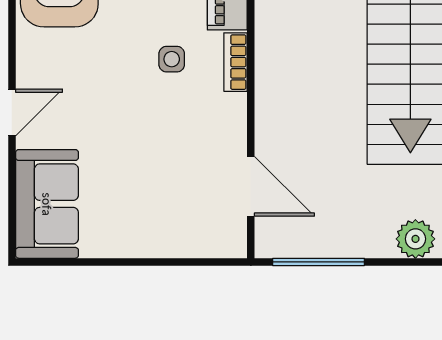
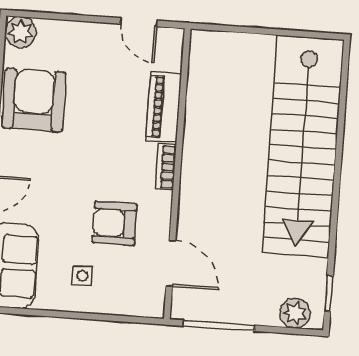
side table: (172, 59) -> (82, 276), moved
armchair: (175, 139) -> (115, 223), added

